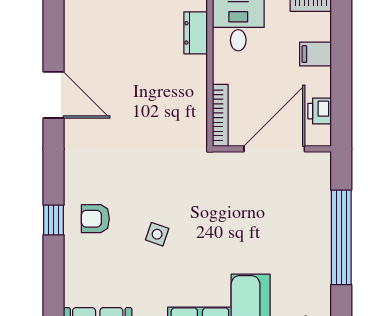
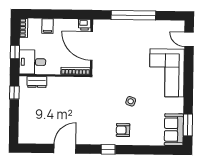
printer: (320, 111) -> (85, 25), moved
armchair: (95, 219) -> (123, 130), turned 90
window: (54, 220) -> (108, 149), moved

